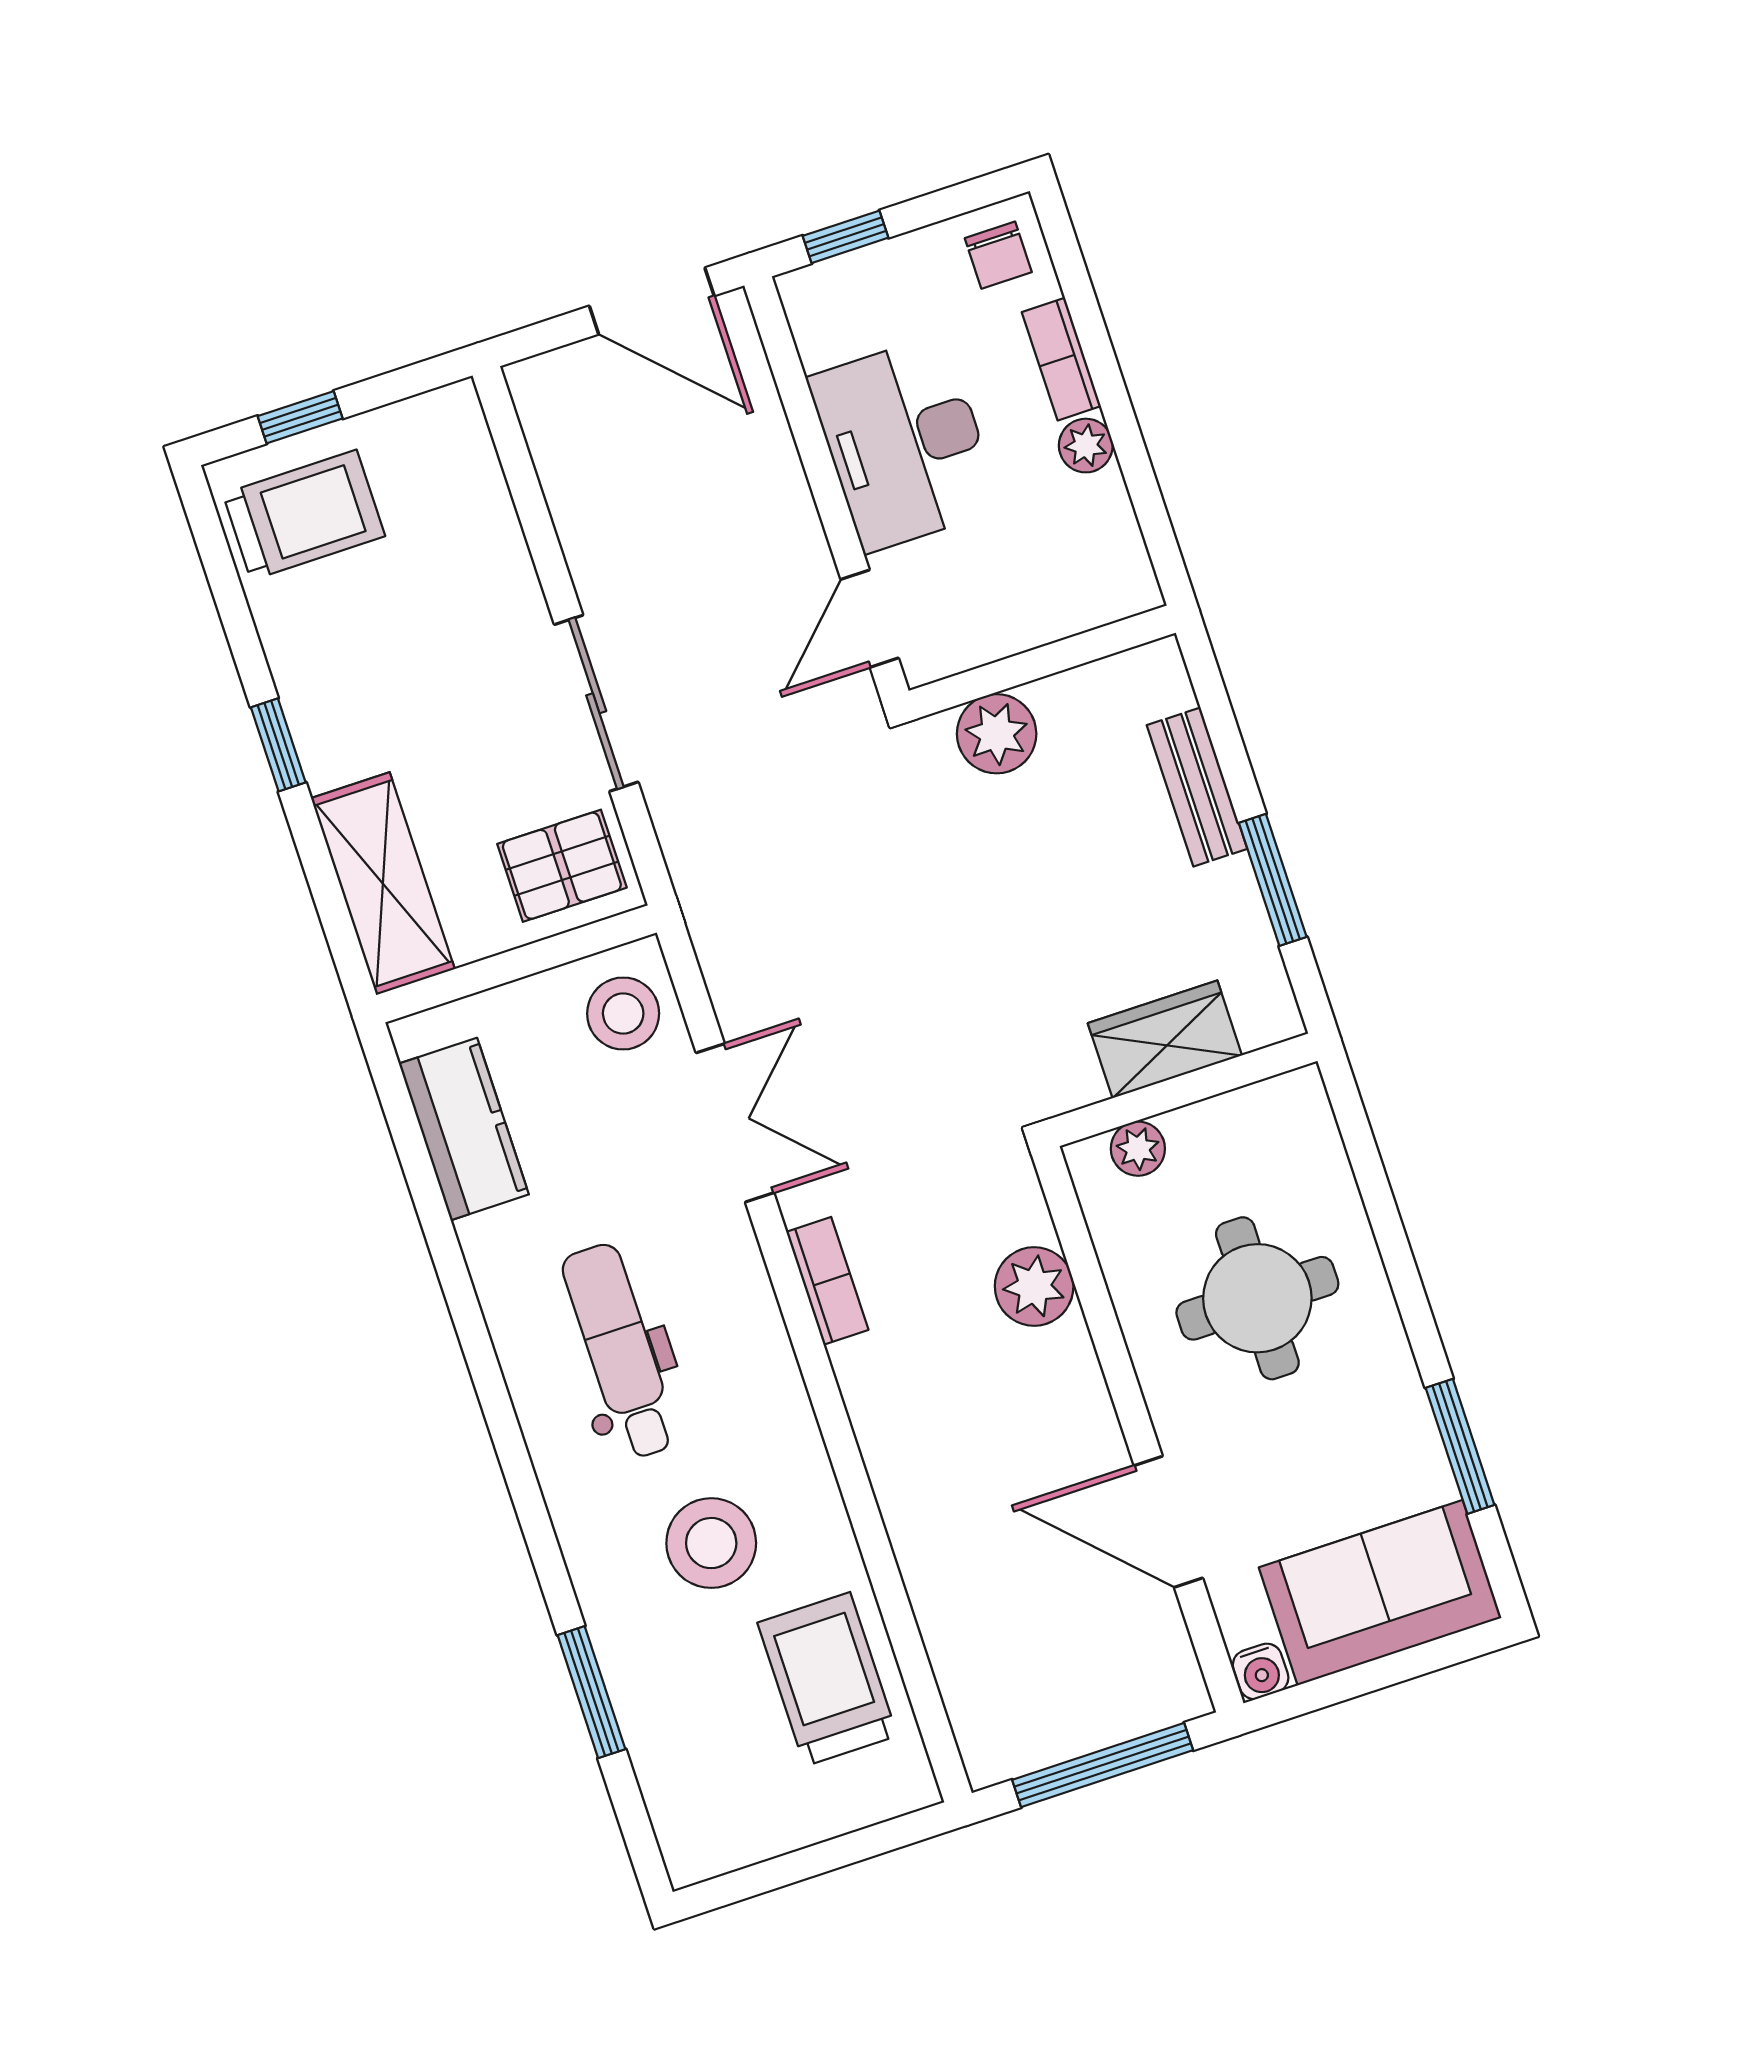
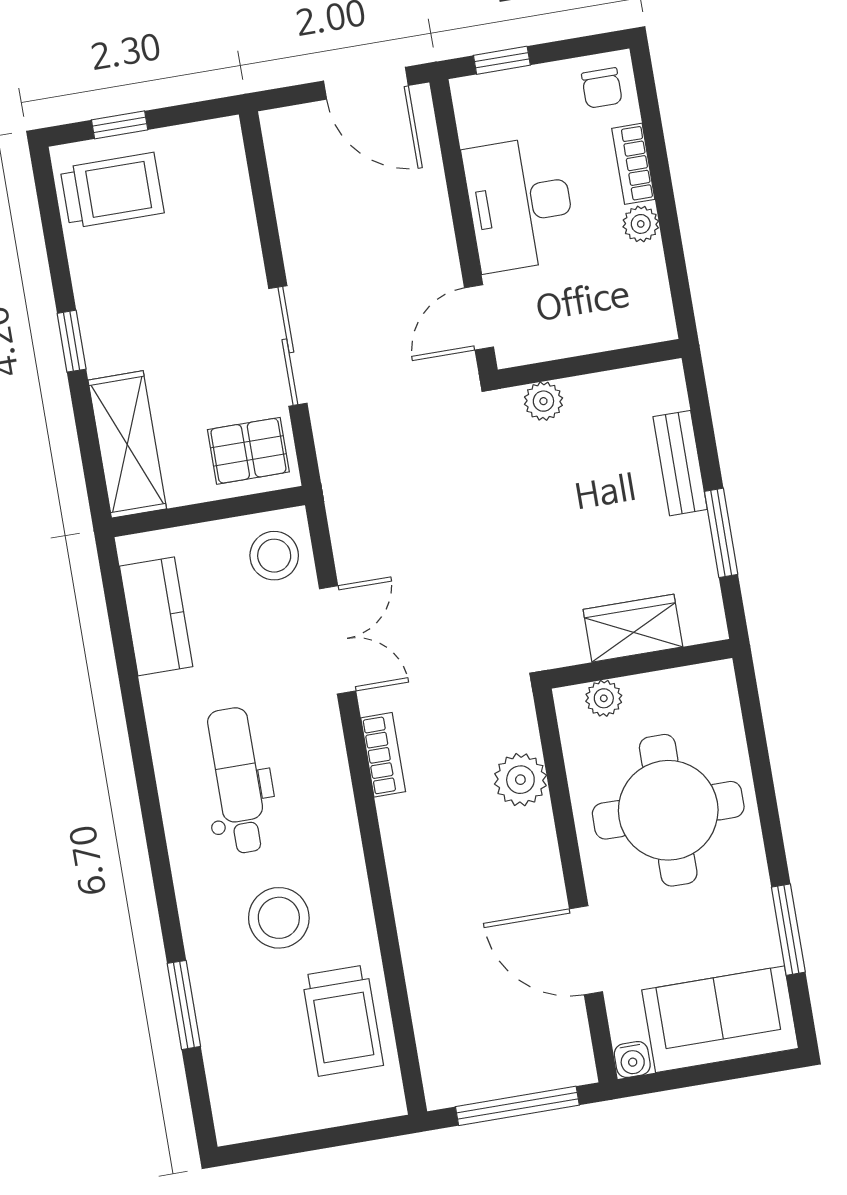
plant: (997, 734) -> (543, 401), width x0.73, depth x0.73
round table: (1257, 1298) -> (668, 810), width x1.36, depth x1.36
trolley: (827, 1679) -> (343, 1020), turned 180

